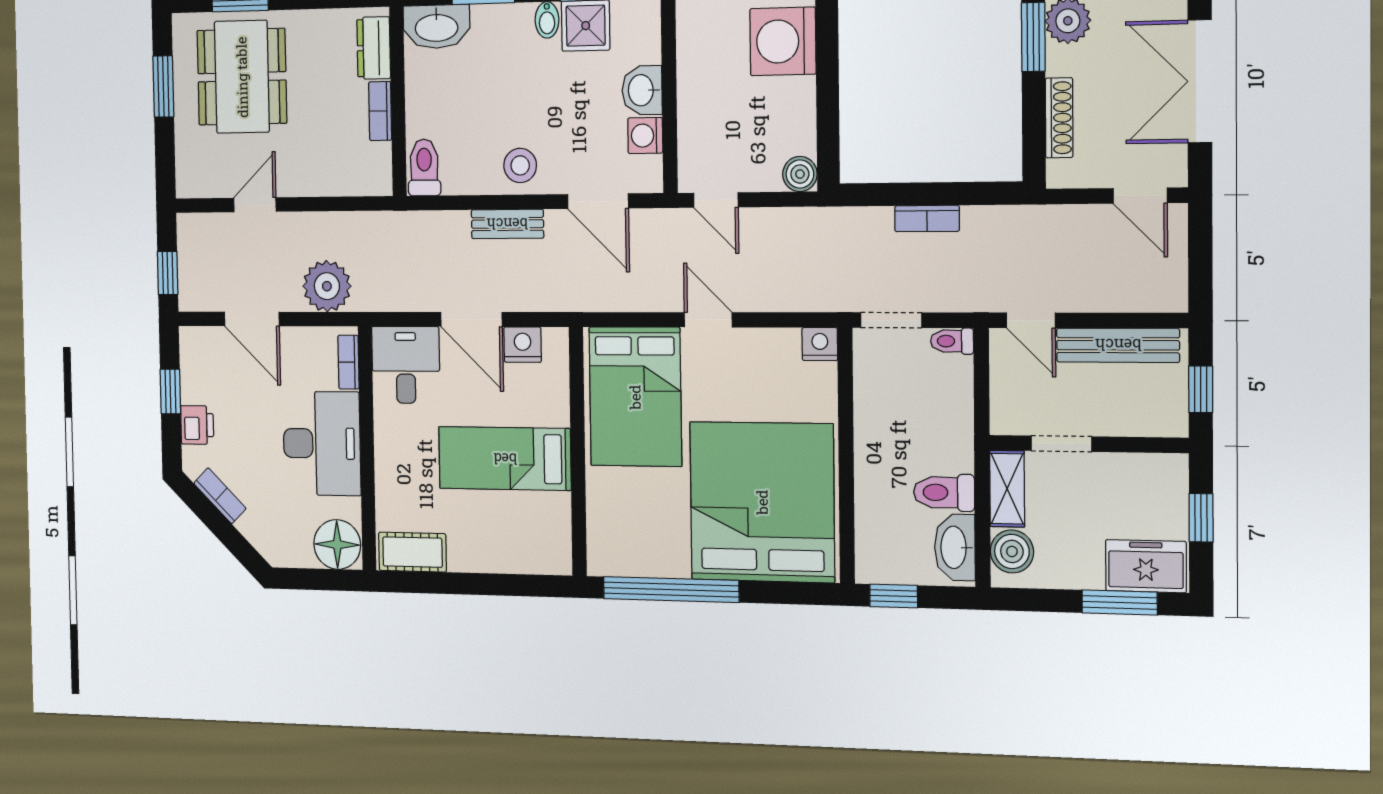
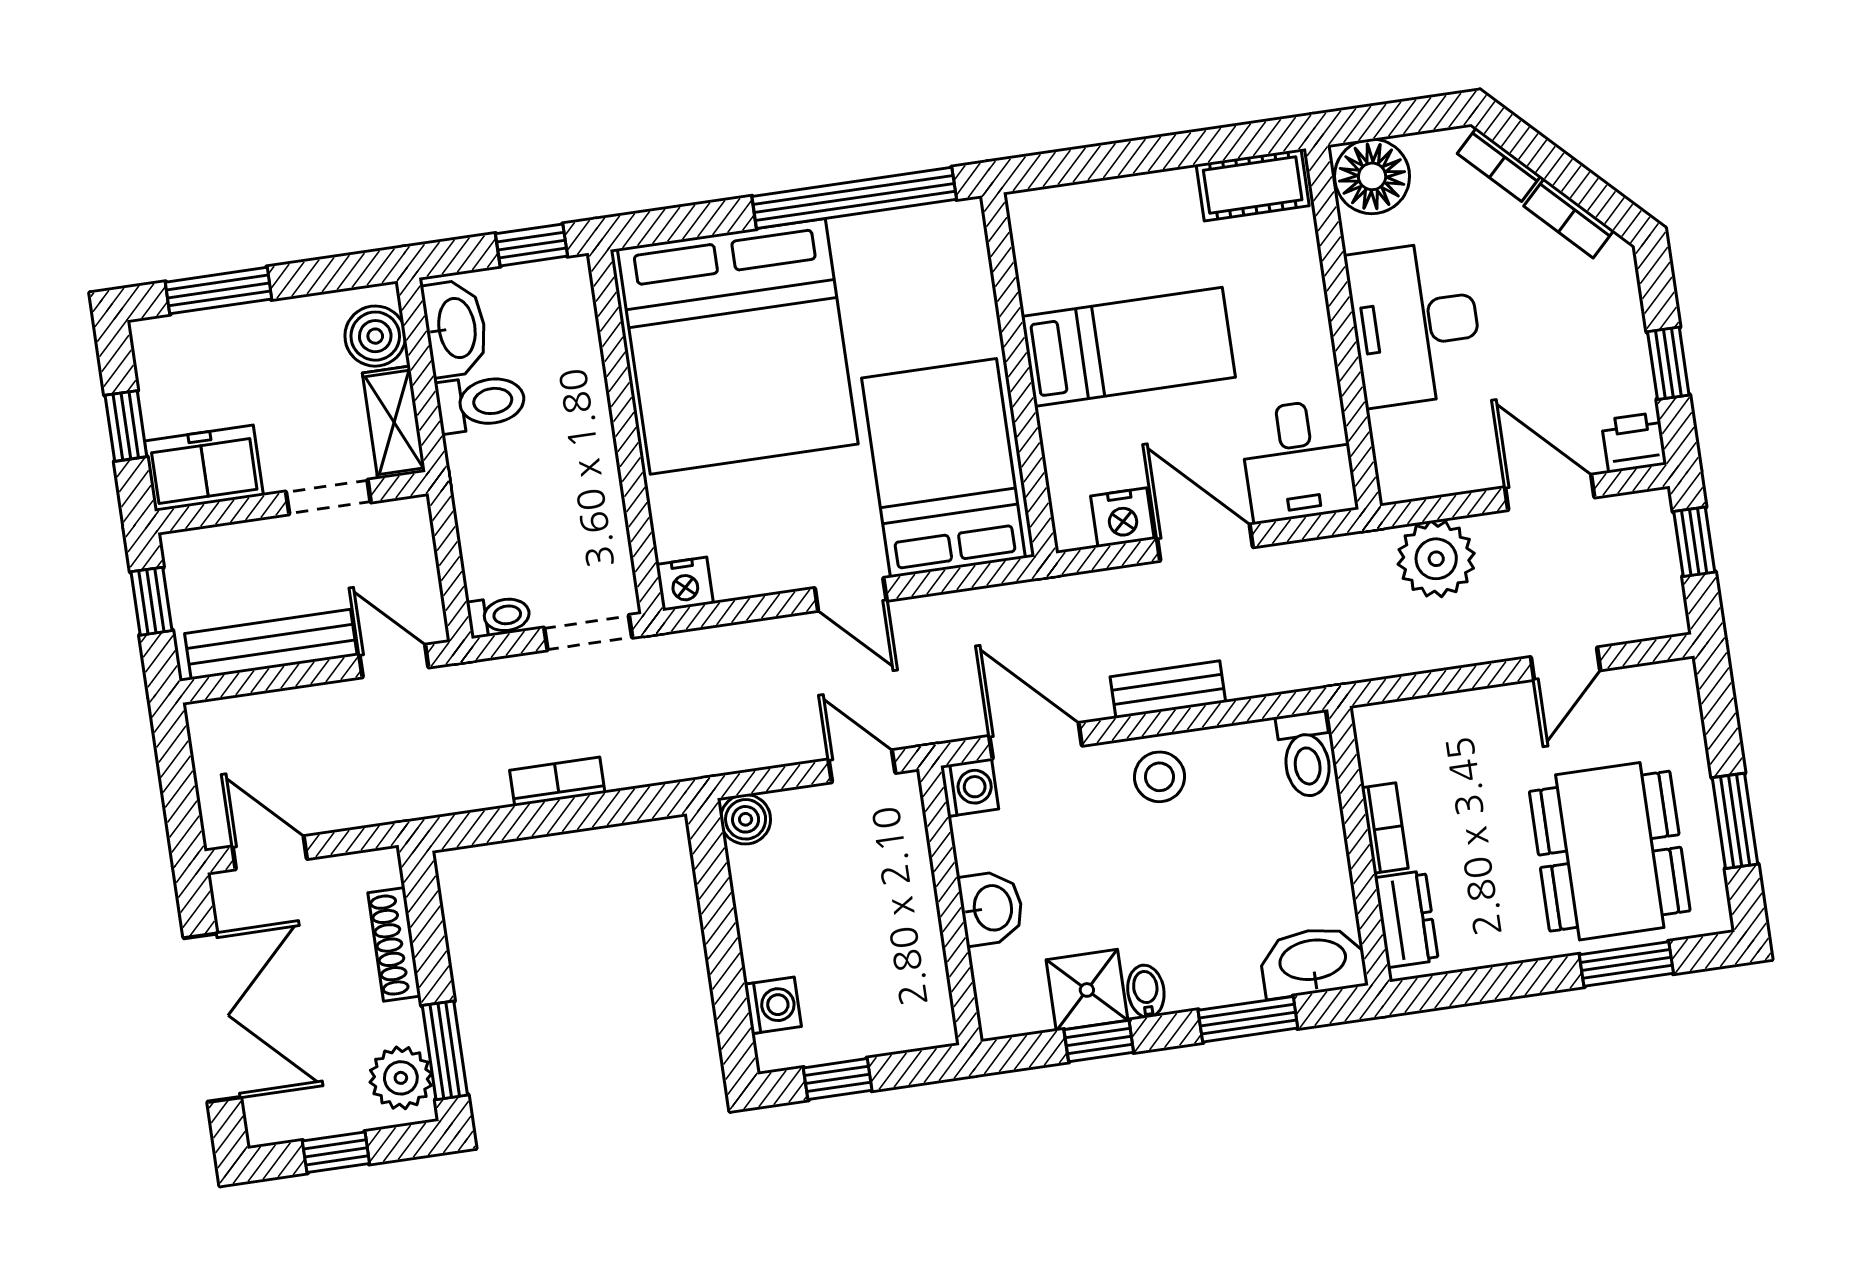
washing machine: (783, 41) -> (773, 1005), width x0.53, depth x0.53
washing machine: (645, 136) -> (970, 787), moved
bookcase: (349, 362) -> (1499, 165), moved, turned 135
printer: (197, 425) -> (1634, 442), moved, turned 90
freezer: (1146, 566) -> (204, 468), moved, turned 180

